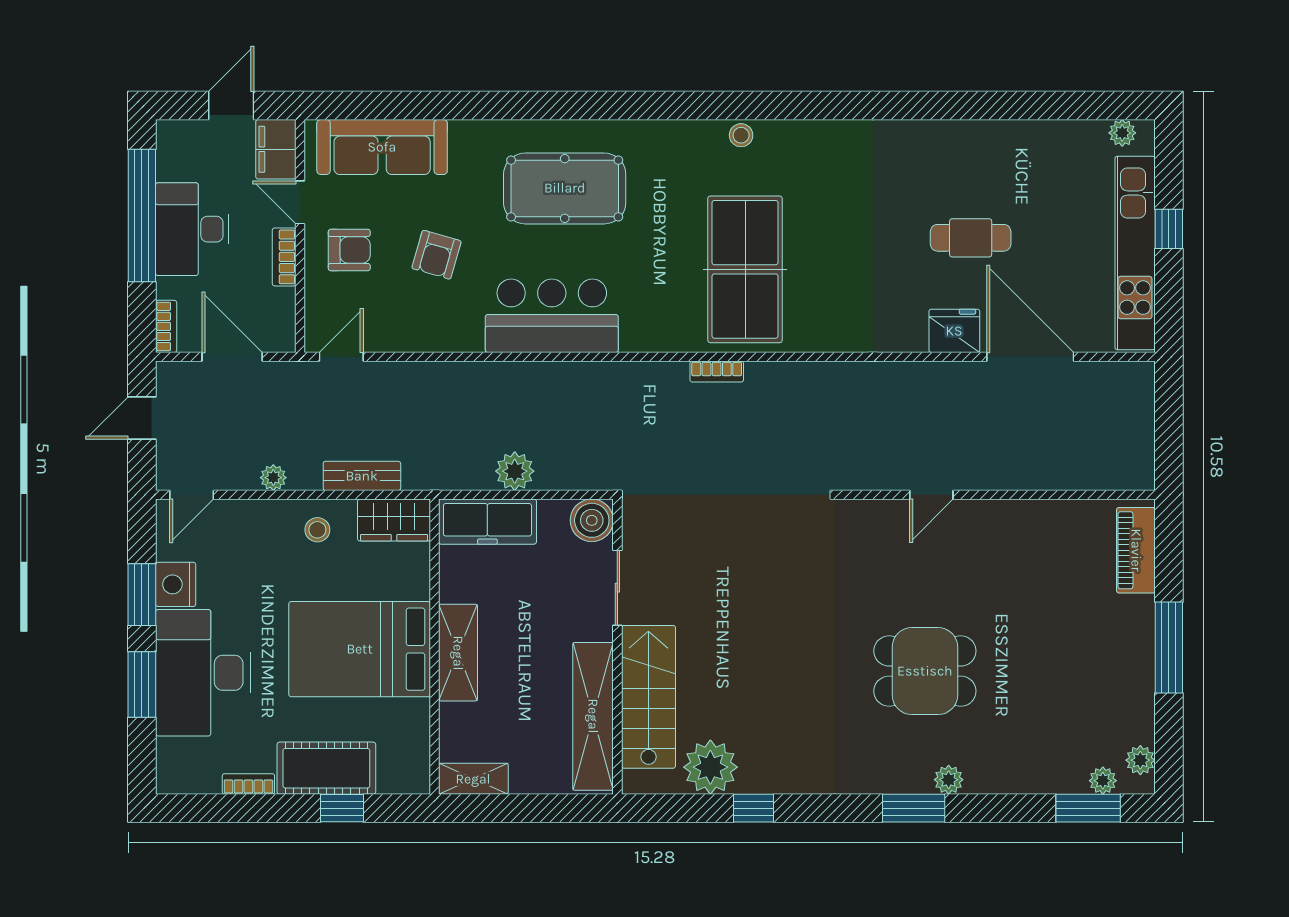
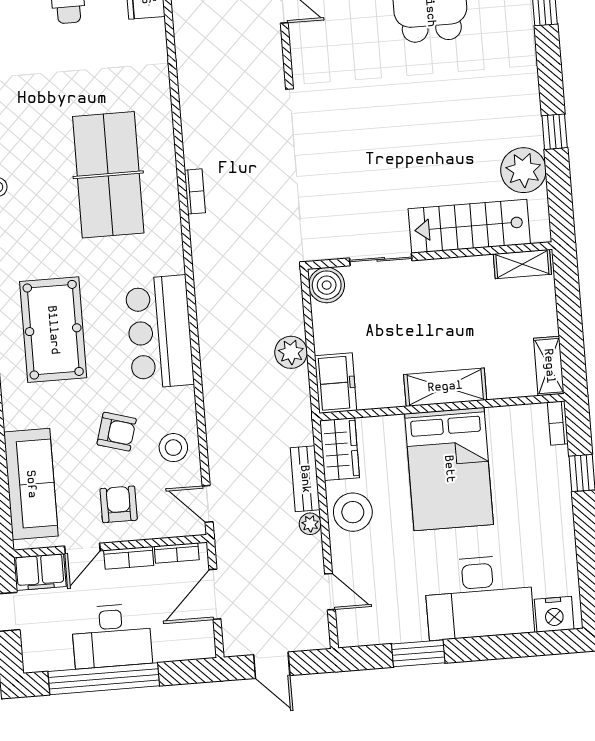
table tennis table: (745, 269) -> (108, 175), turned 90
stool: (412, 321) -> (173, 448), added
bookcase: (166, 326) -> (177, 553), moved, turned 180
plant: (273, 478) -> (310, 524), moved
door: (192, 495) -> (330, 592), moved
freezer: (487, 522) -> (336, 383), width x0.71
stool: (317, 530) -> (353, 512), width x1.89, depth x1.89
nightstand: (176, 584) -> (554, 614), moved
window: (142, 685) -> (493, 647), removed
shelving: (593, 716) -> (522, 264), width x0.45, depth x0.75
cot: (326, 768) -> (550, 489), removed
bookcase: (248, 784) -> (558, 423), moved

